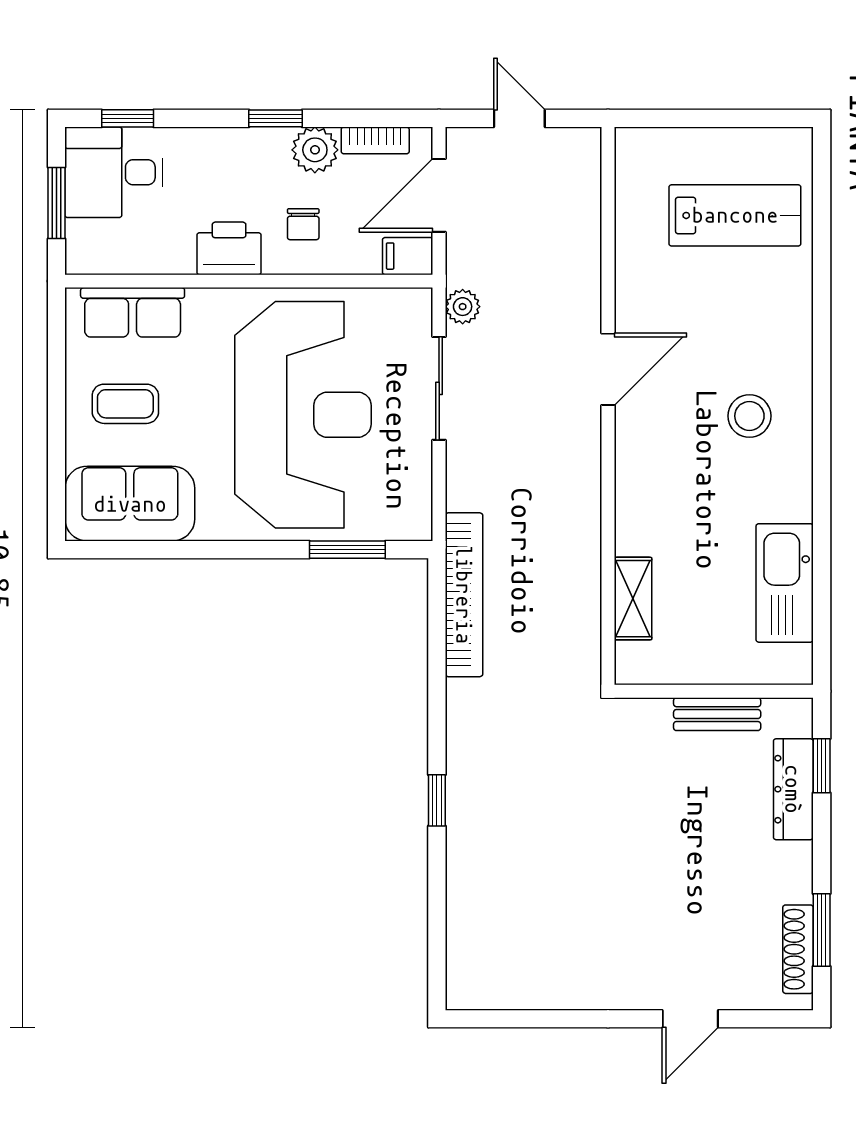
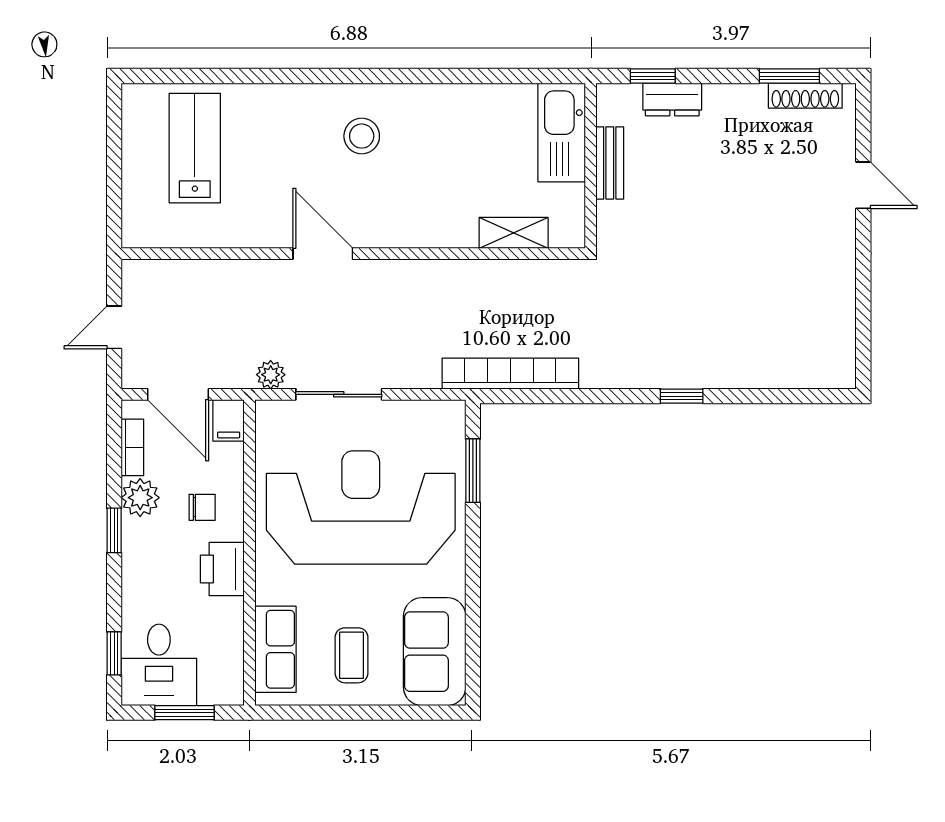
kitchen sink: (785, 583) -> (562, 132), moved, turned 90
dresser: (793, 789) -> (672, 100), width x0.70

